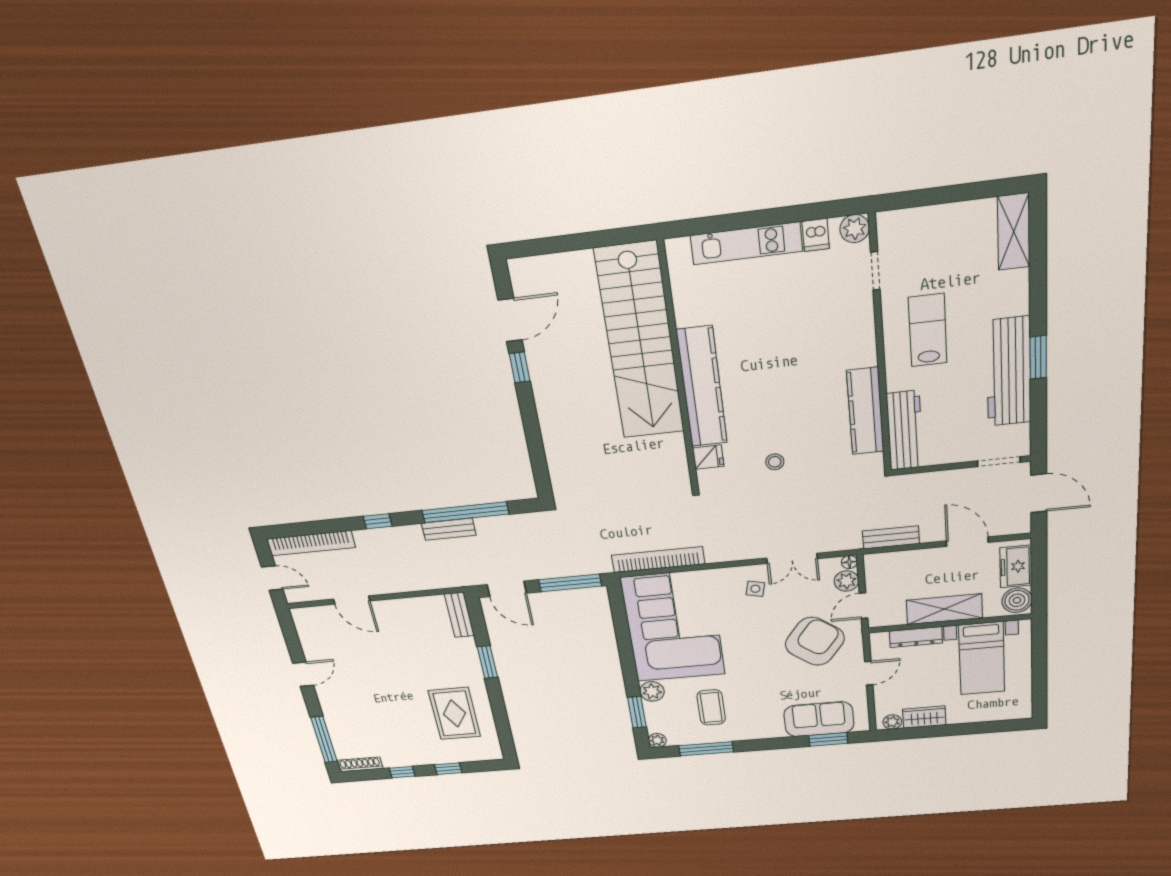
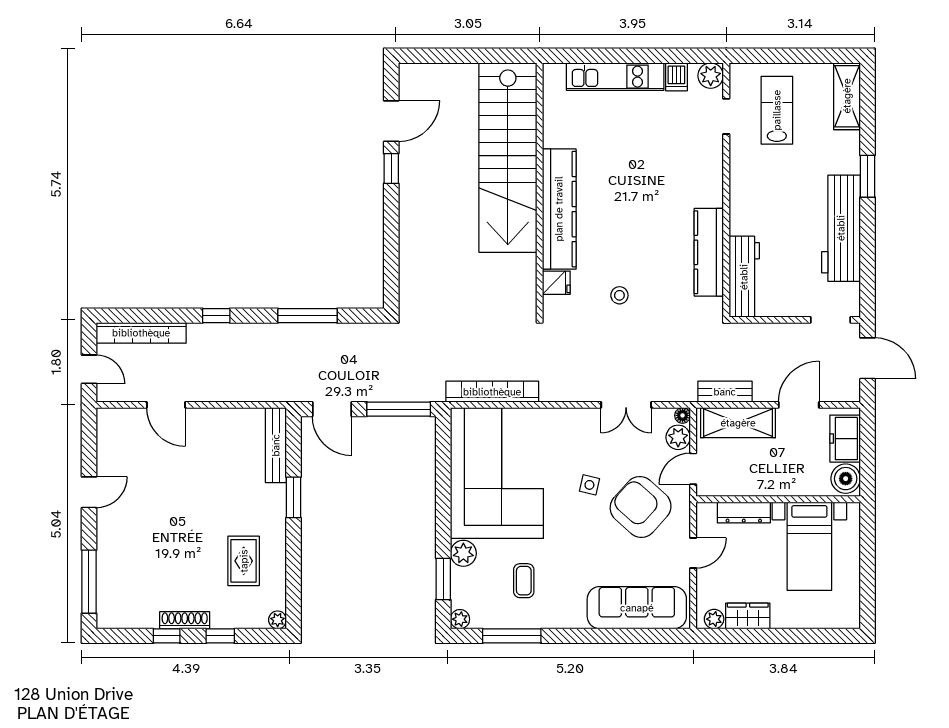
lab bench: (928, 330) -> (777, 110), moved
window: (1038, 357) -> (867, 176), moved
window: (465, 512) -> (308, 316), width x0.68
bench: (449, 529) -> (287, 333), removed
door: (967, 542) -> (799, 405), hinge flipped
side table: (755, 589) -> (589, 485), moved
shelving: (944, 609) -> (738, 423), moved
bench: (459, 615) -> (276, 445), width x1.36
armchair: (815, 641) -> (641, 507), turned -85
coffee table: (711, 707) -> (524, 581), width x0.73, depth x0.77
rug: (454, 714) -> (244, 561), width x0.73, depth x0.70
sofa: (819, 719) -> (637, 608), width x1.36
window: (828, 739) -> (645, 636), removed
plant: (495, 754) -> (278, 620), added
shoe rack: (360, 764) -> (185, 620), moved

